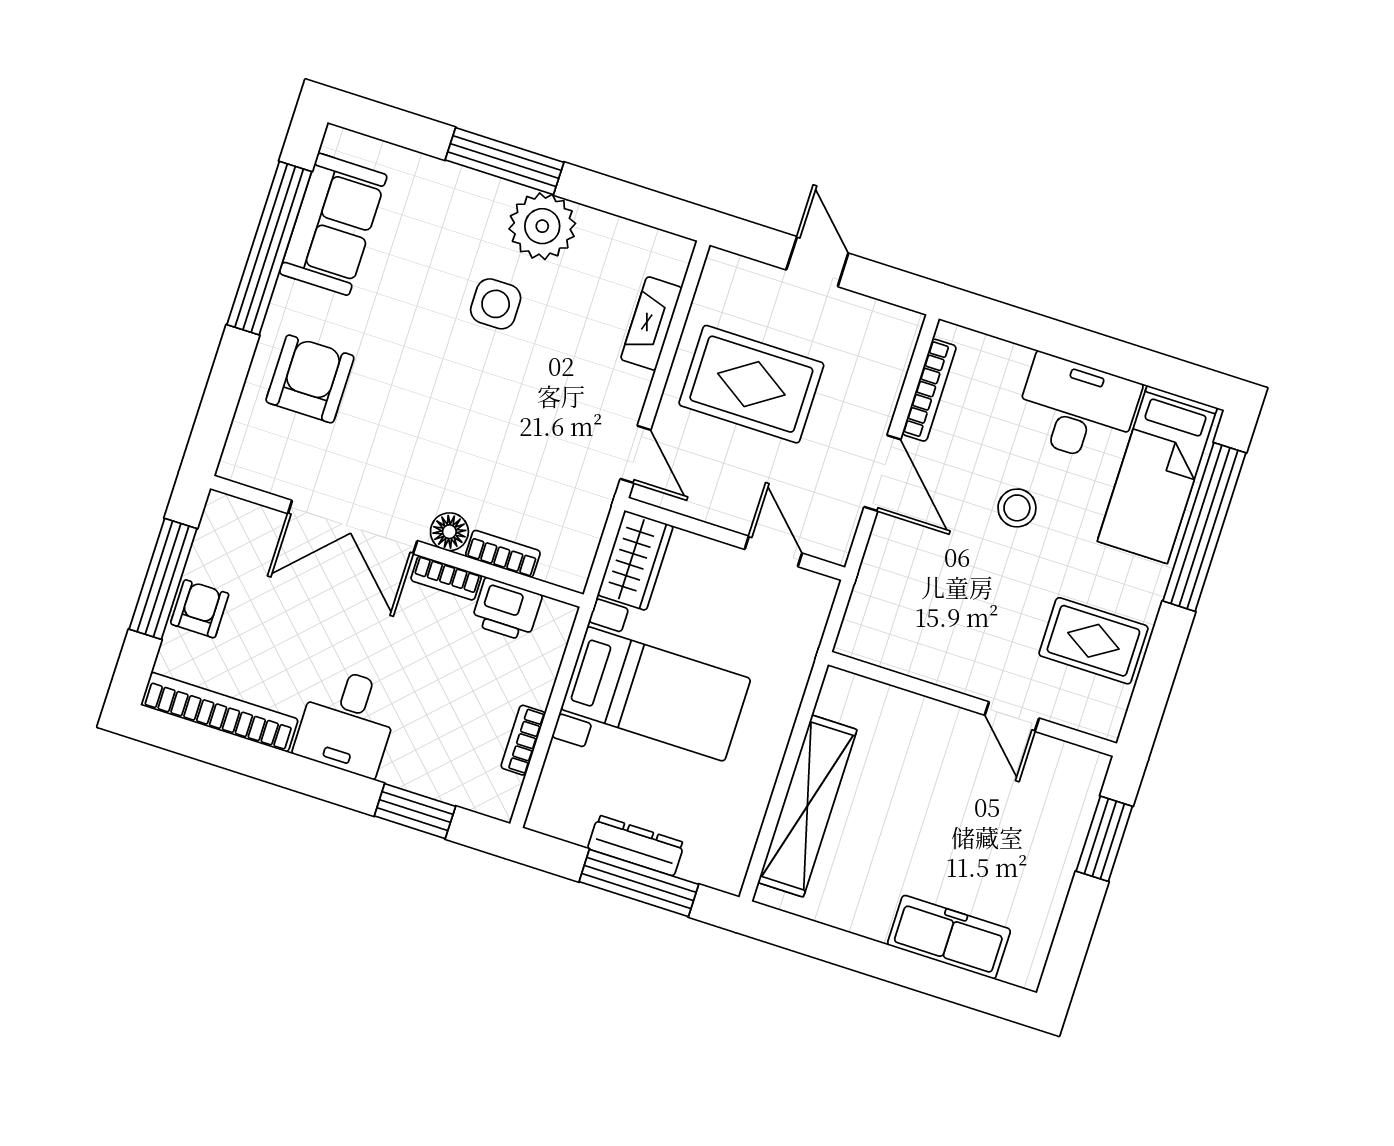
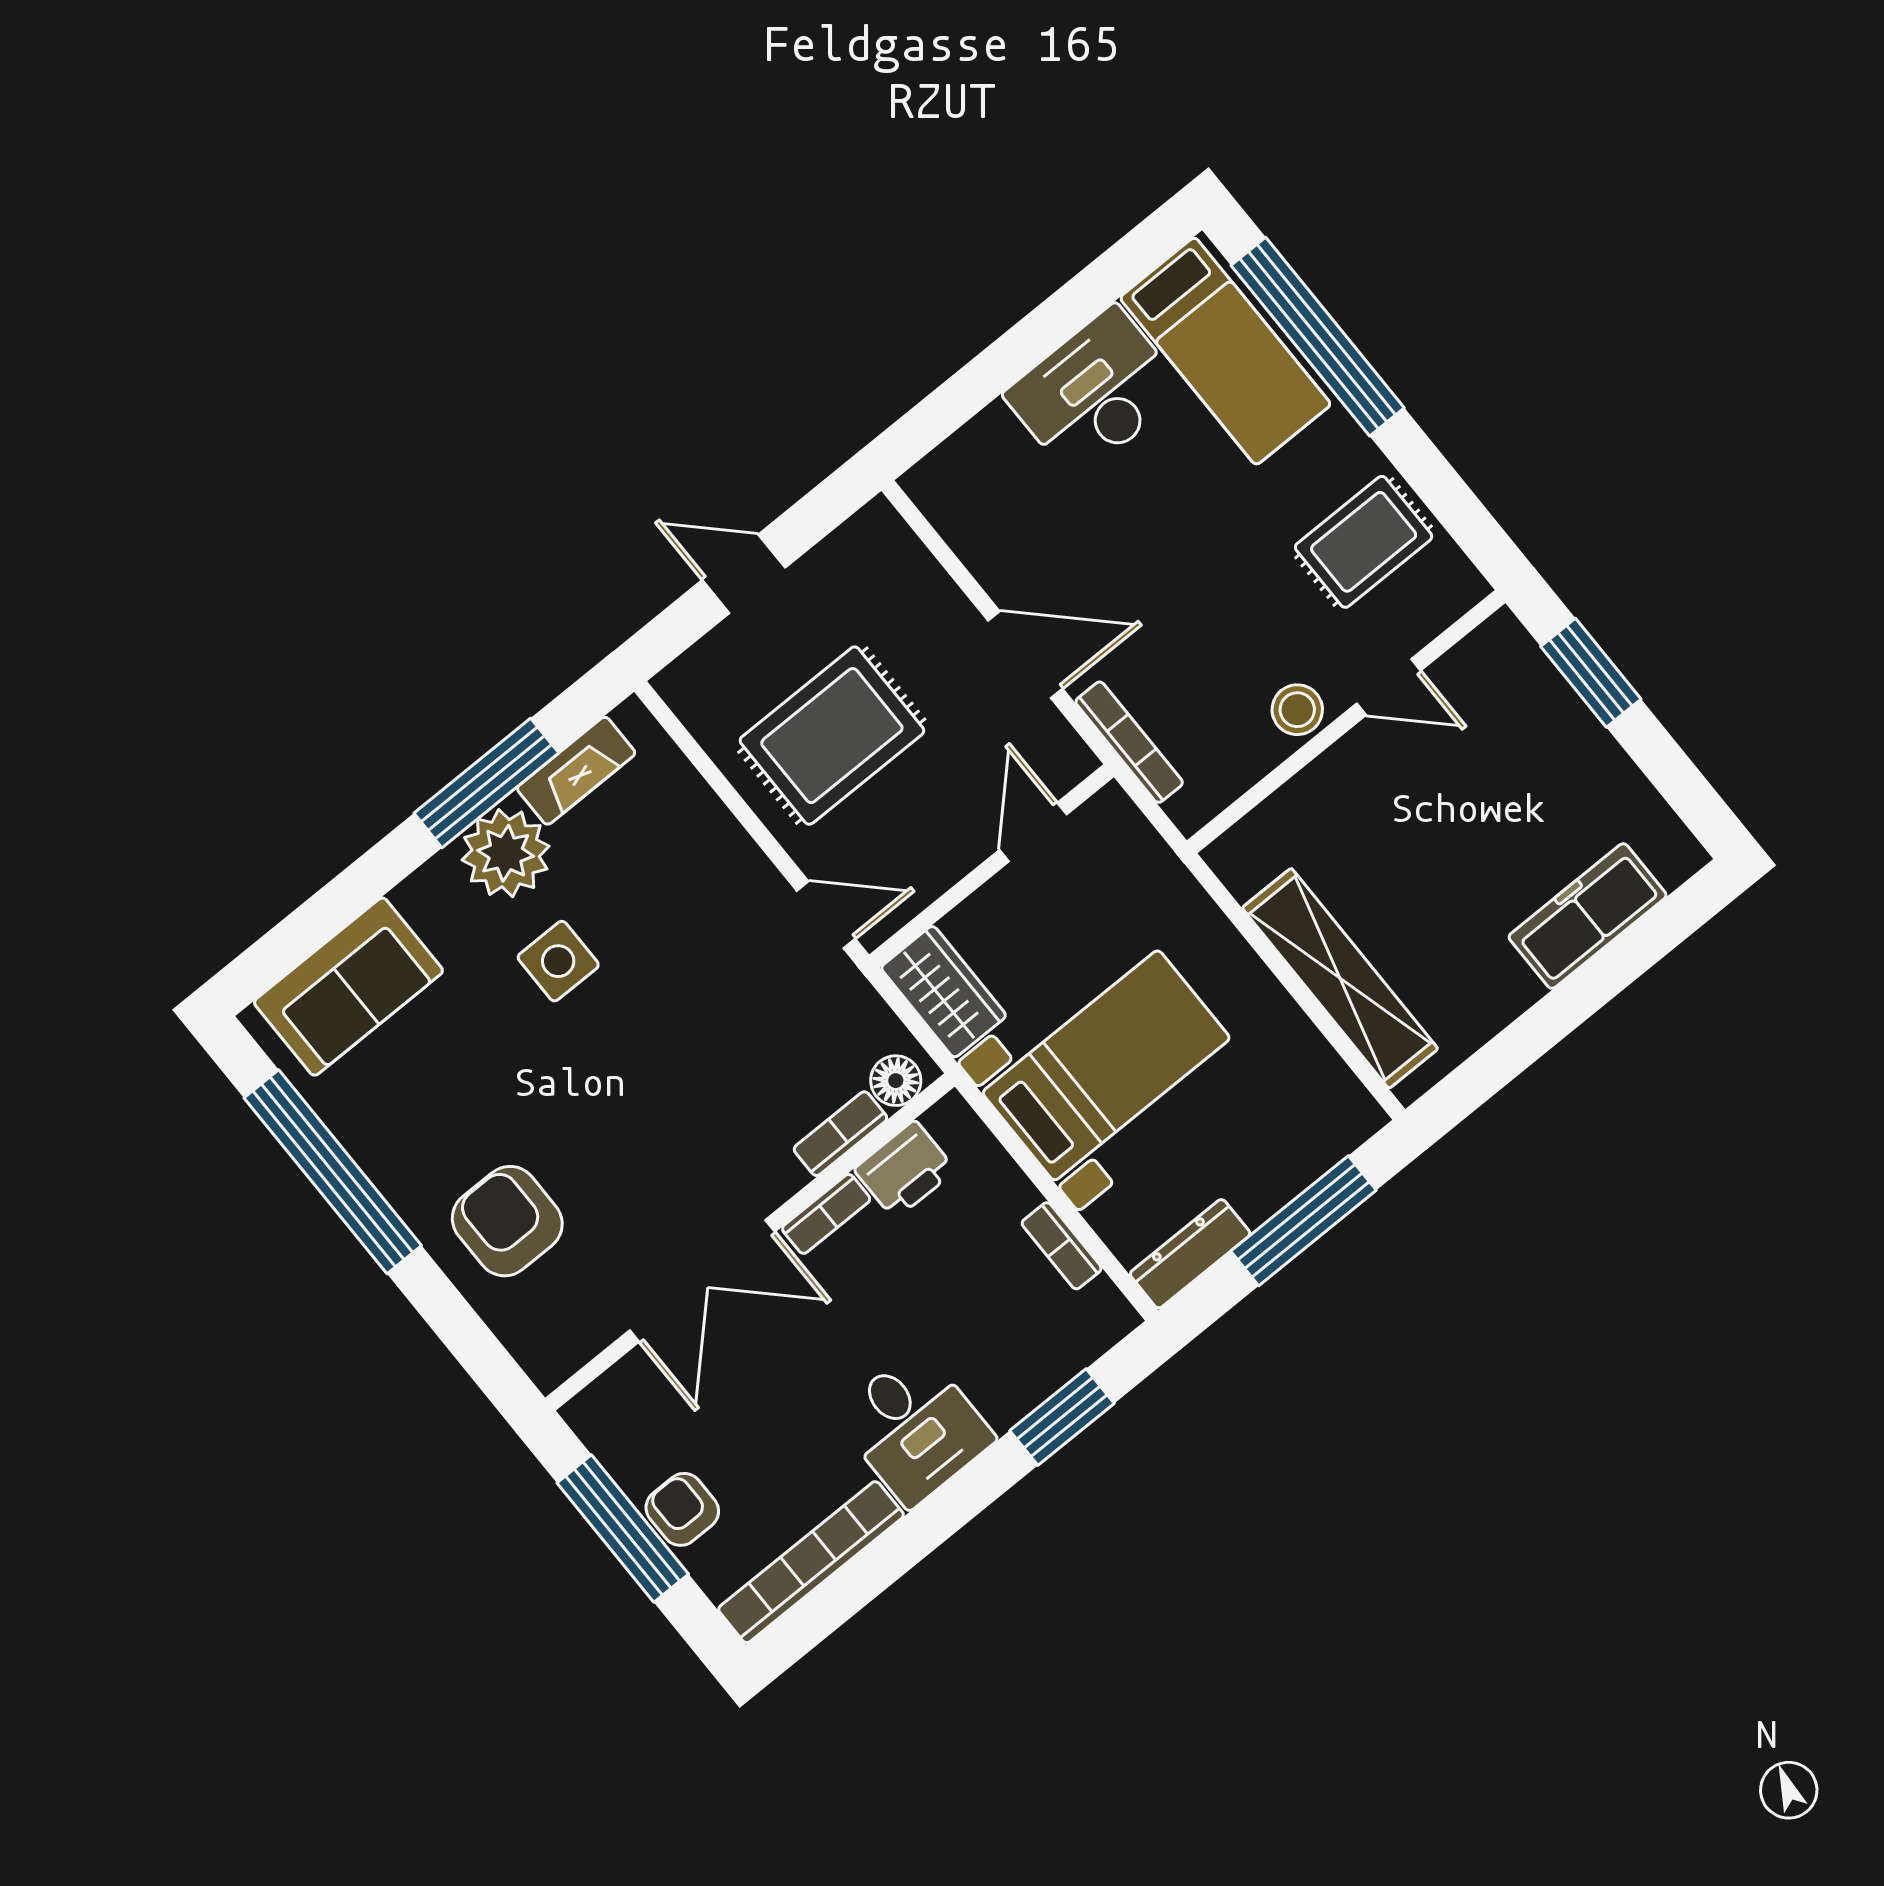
window: (505, 161) -> (486, 783), moved
sofa: (333, 224) -> (348, 987), moved, turned 90
fireplace: (651, 323) -> (576, 771), moved, turned -90
bookcase: (929, 390) -> (1129, 742), moved
stool: (1017, 508) -> (1297, 710), moved
floor lamp: (449, 532) -> (896, 1081), moved
door: (773, 551) -> (1033, 832), hinge flipped
dresser: (636, 846) -> (1190, 1254), moved

